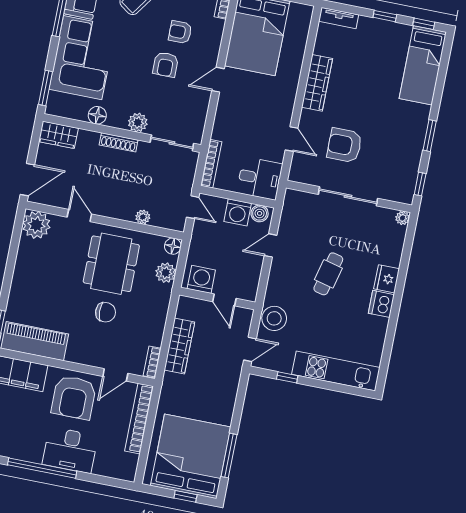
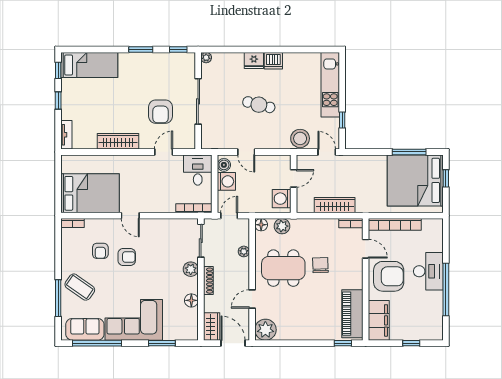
floor lamp: (97, 115) -> (191, 300), moved
plant: (138, 122) -> (191, 269), moved
wall: (122, 133) -> (201, 279), moved
wardrobe: (58, 135) -> (212, 327), moved
shoe rack: (119, 142) -> (208, 281), moved
sliding door: (172, 143) -> (201, 241), moved

